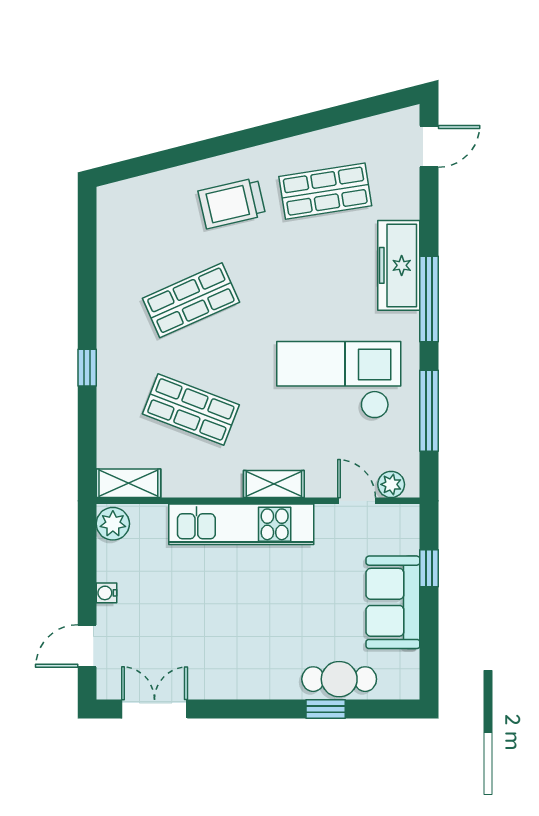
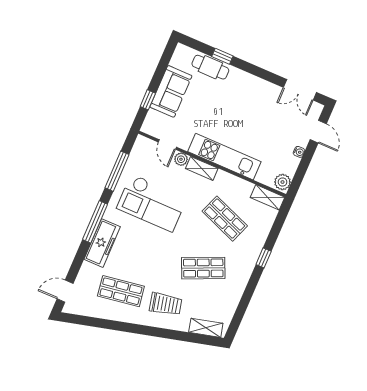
shelving: (138, 191) -> (206, 328), added
plant: (391, 484) -> (181, 159), moved
door: (87, 646) -> (318, 132), hinge flipped

